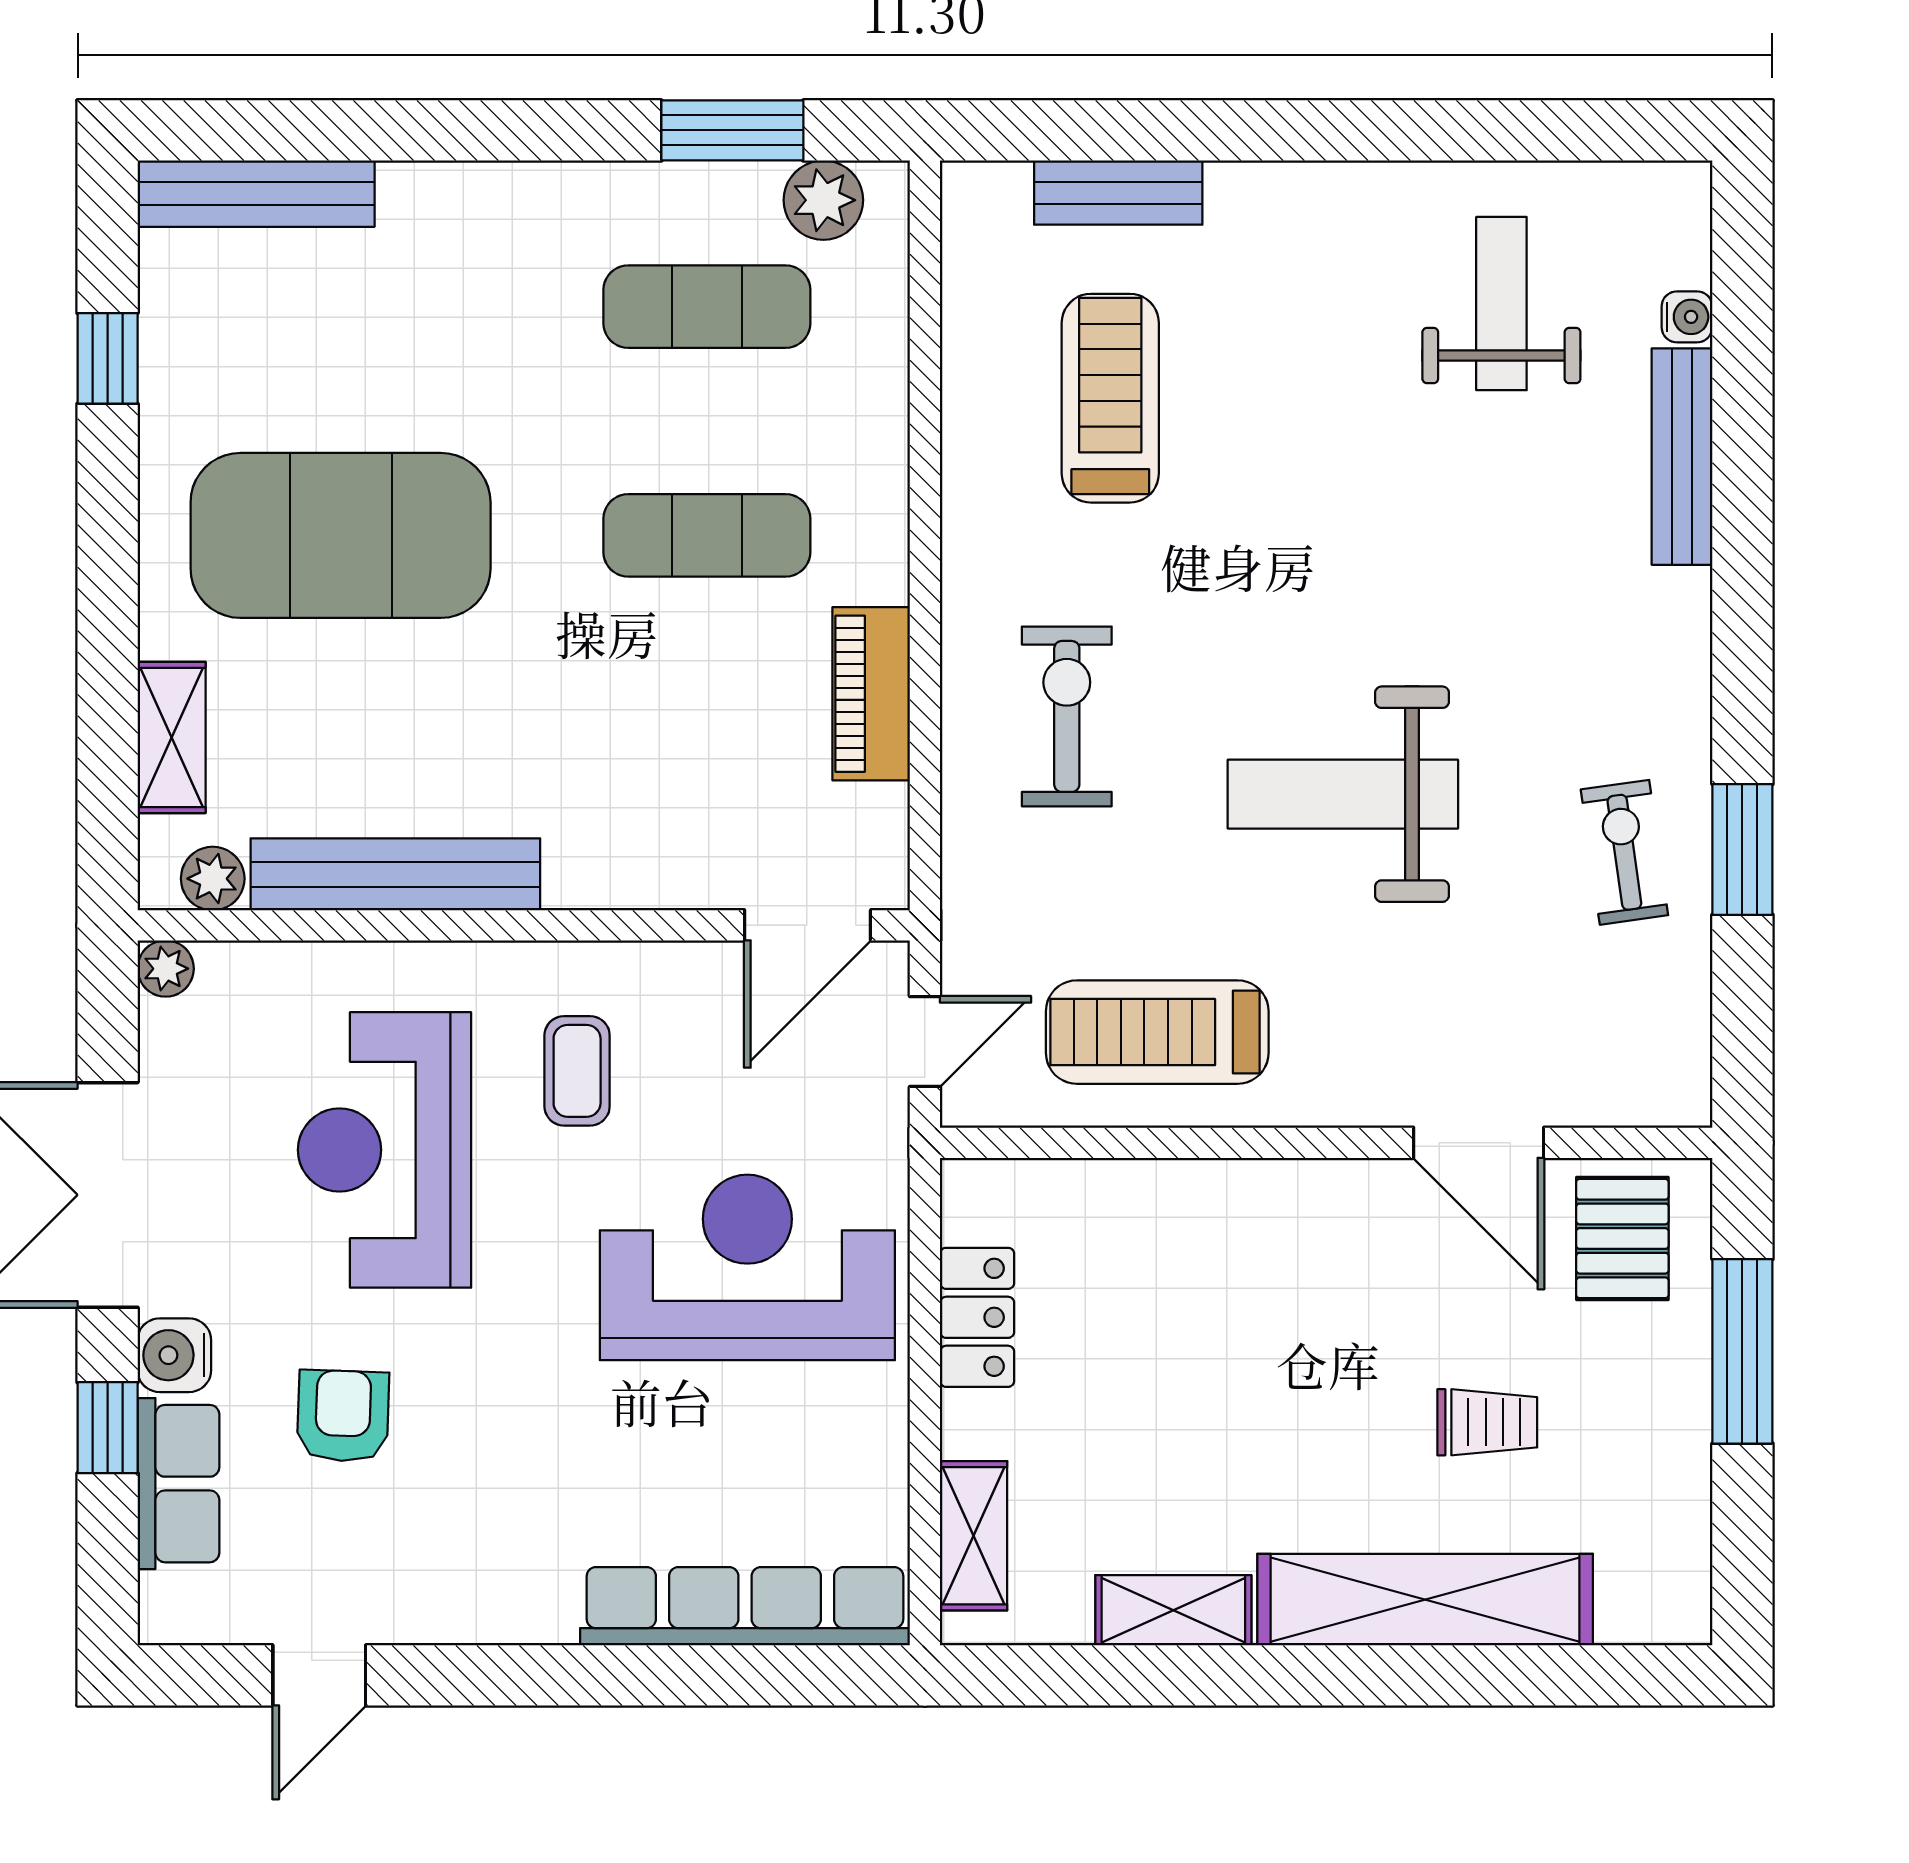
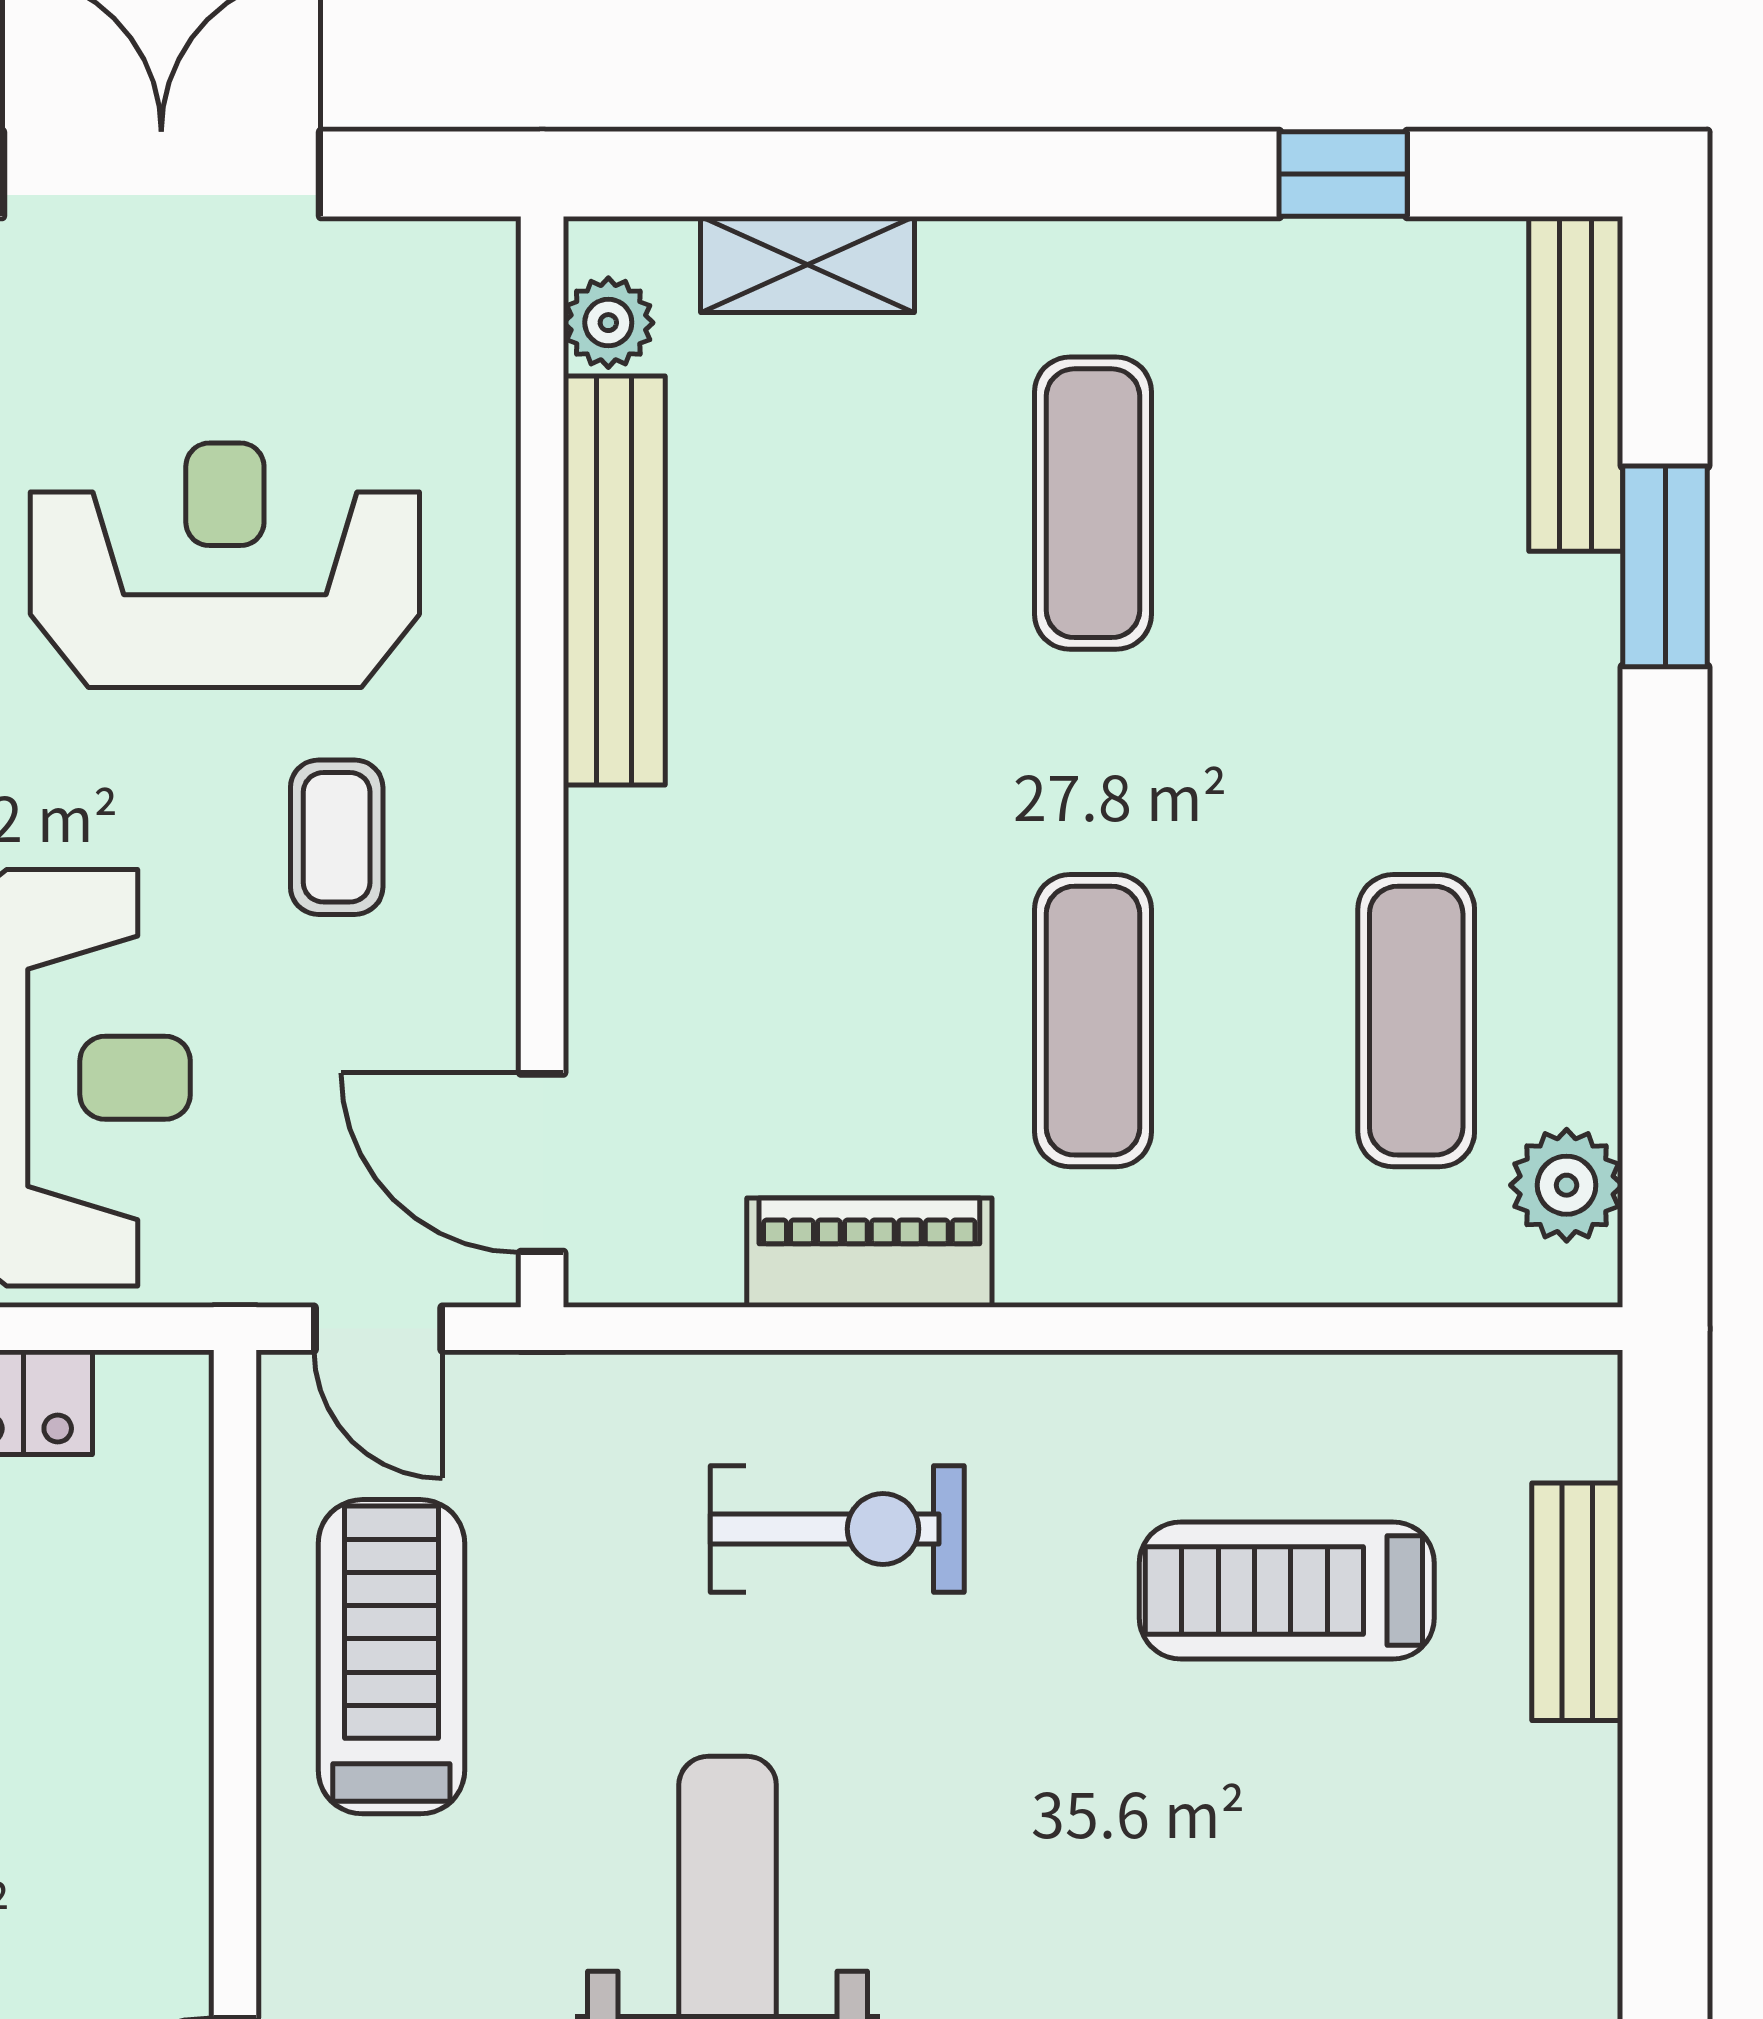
window: (732, 130) -> (1665, 566), moved
treadmill: (1110, 398) -> (1287, 1590), turned 180
exercise mat: (341, 535) -> (1093, 503), width x0.50, depth x0.69
plant: (166, 969) -> (481, 256), removed
coffee table: (577, 1071) -> (337, 837), turned 90

